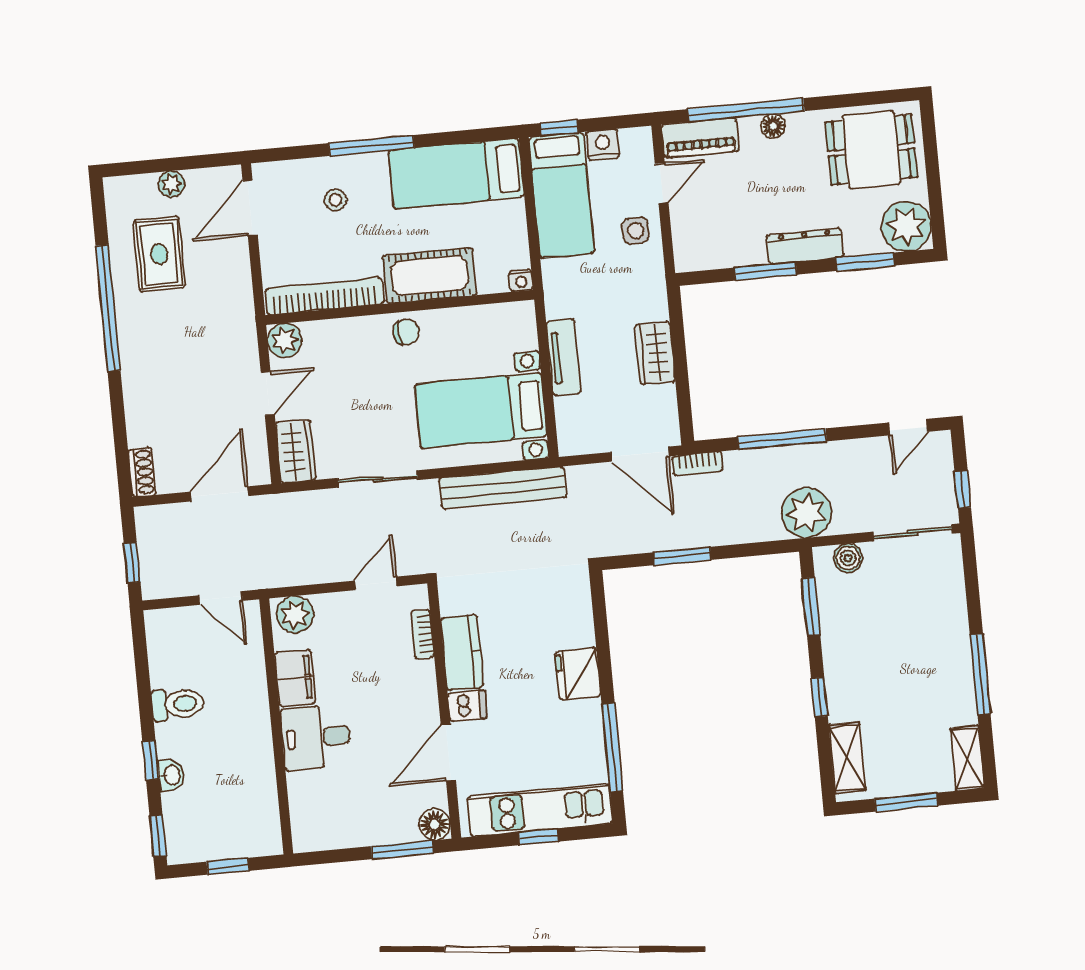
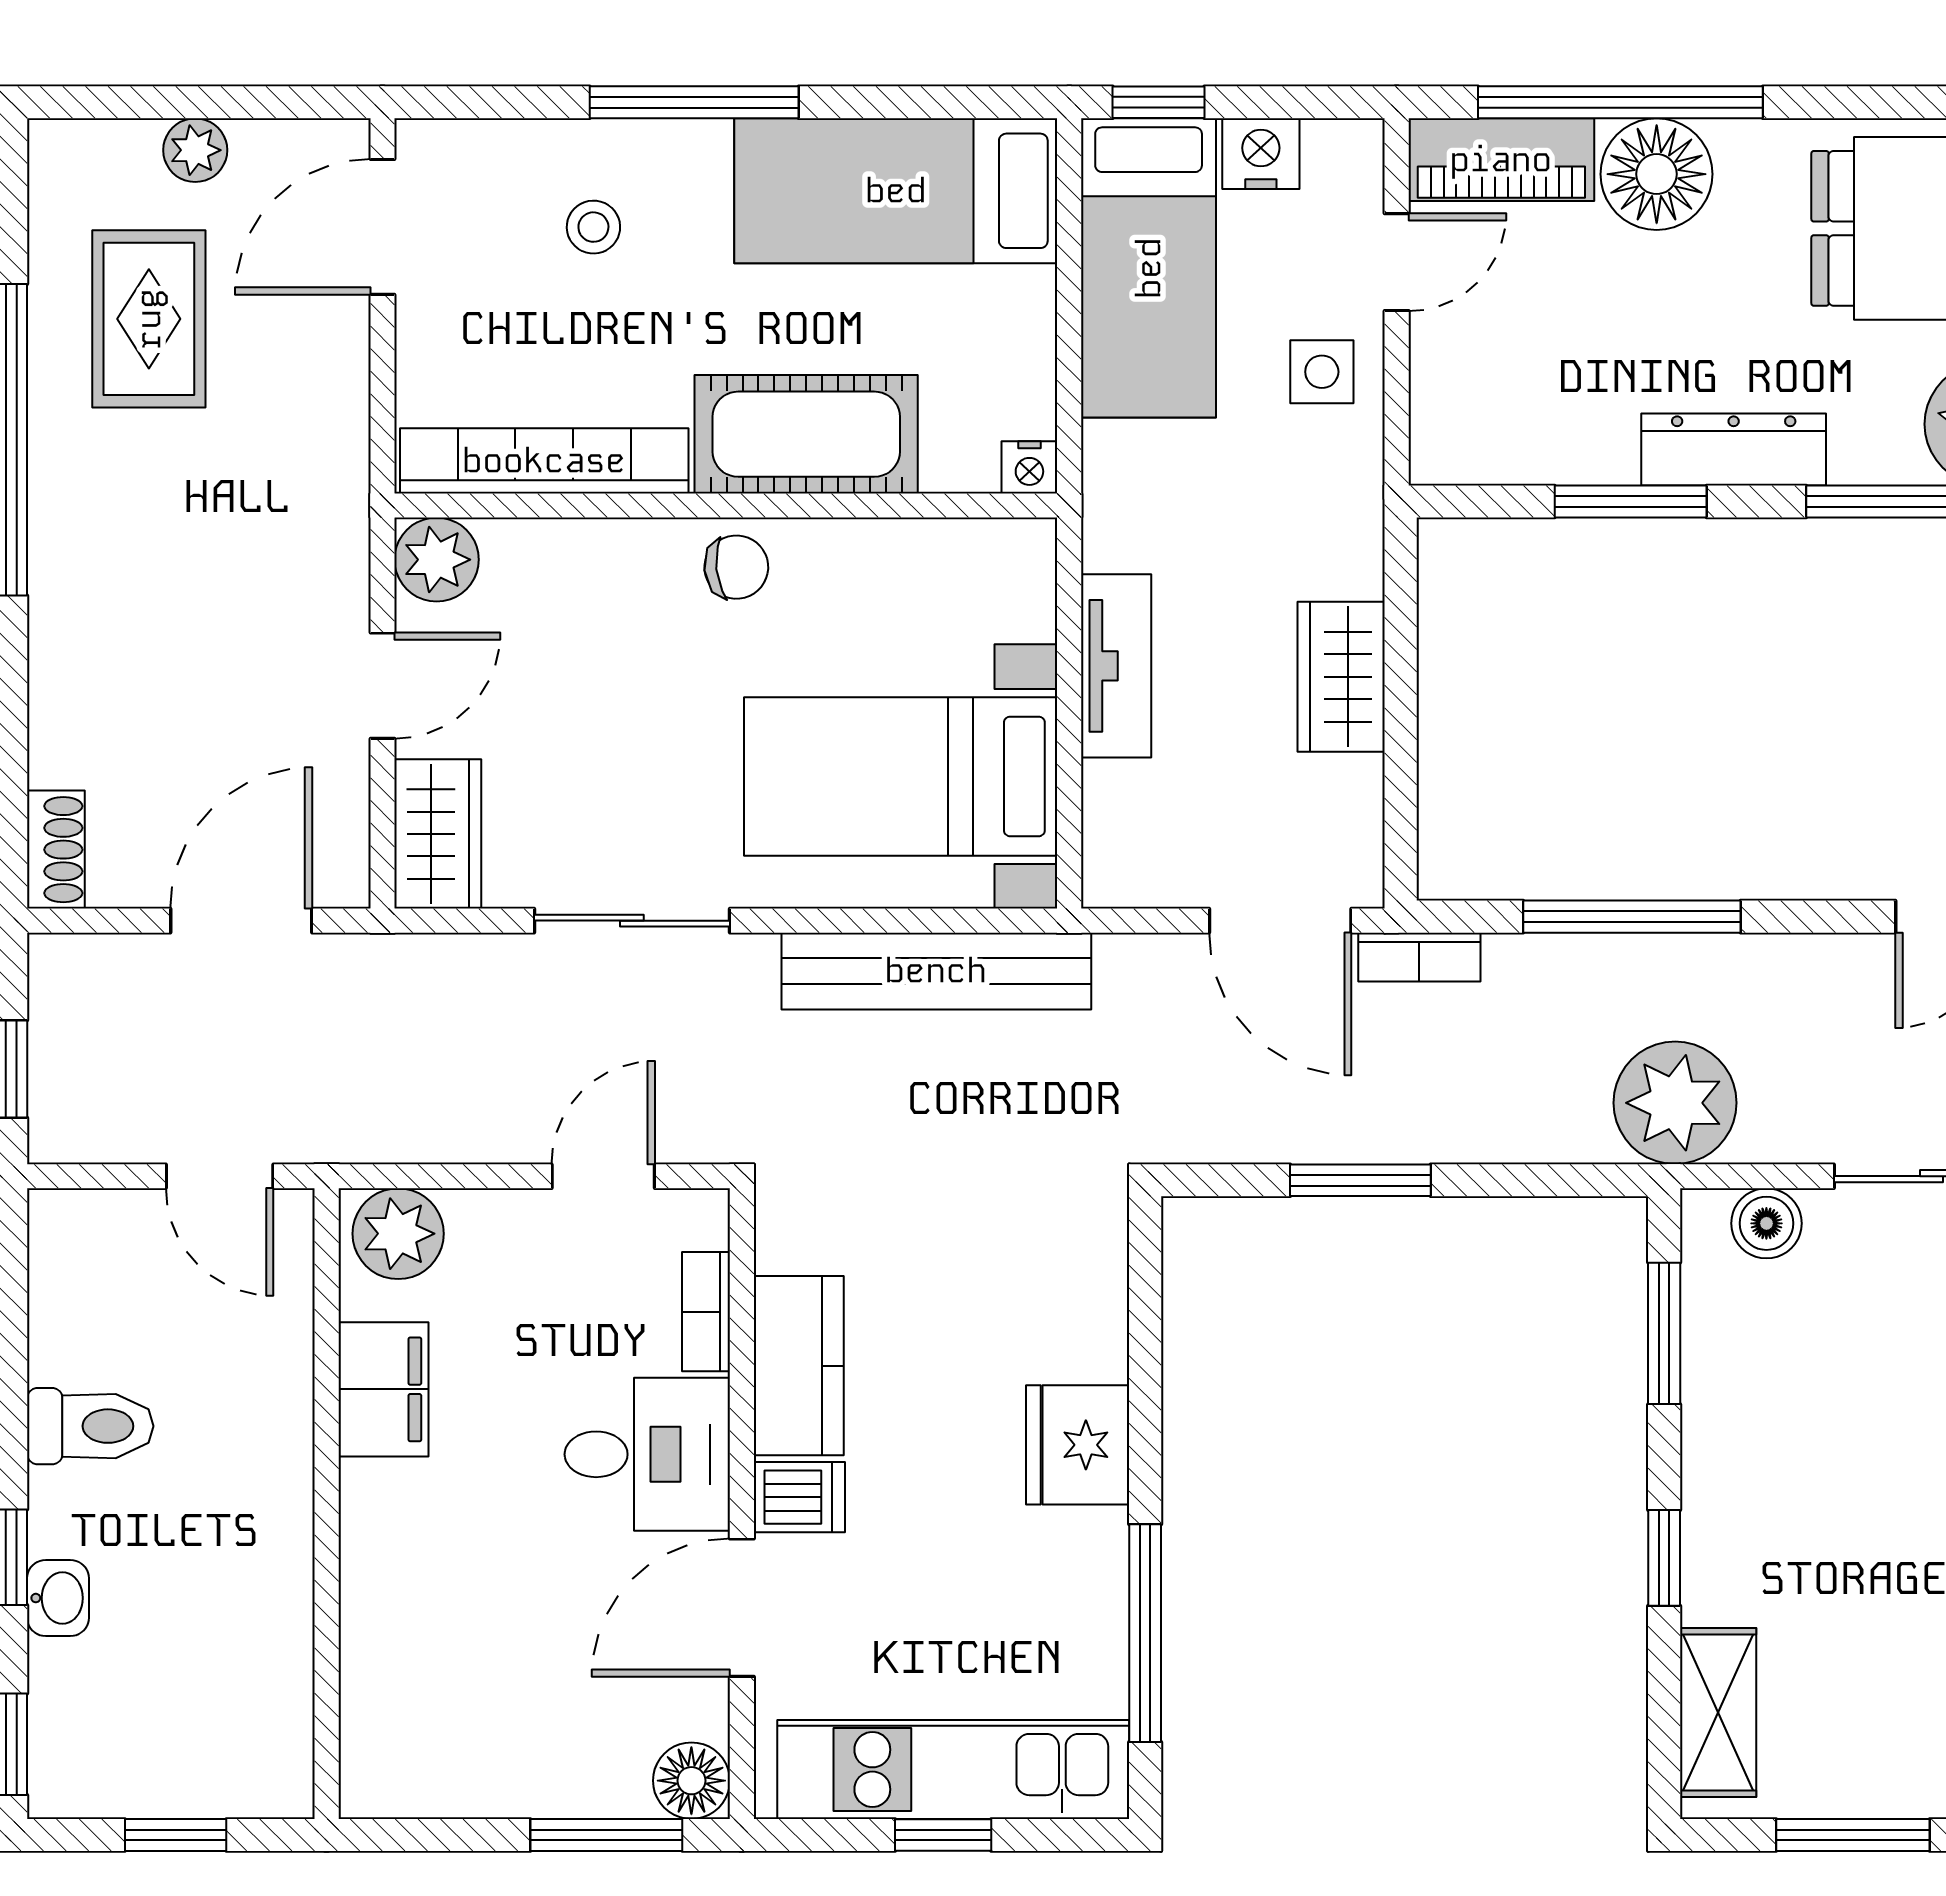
floor lamp: (773, 126) -> (1657, 174), width x1.89, depth x1.89
desk: (316, 737) -> (647, 1454), moved, turned 180

